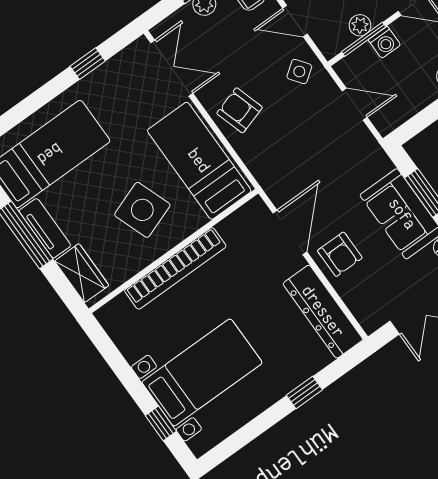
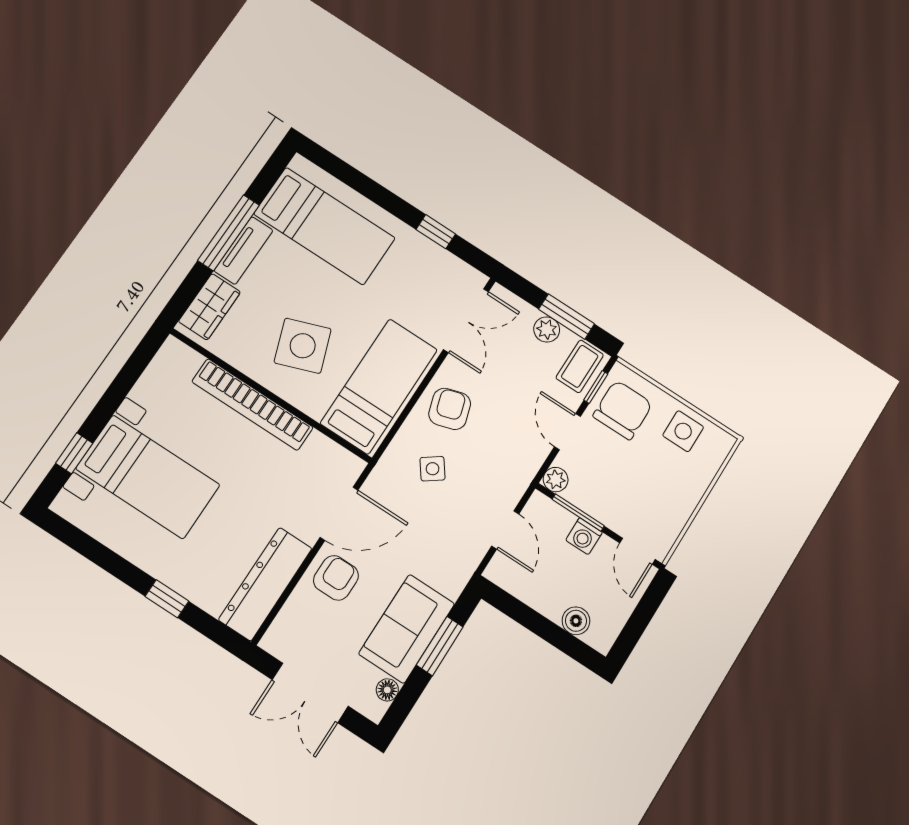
plant: (360, 25) -> (556, 480), moved
side table: (299, 72) -> (433, 469), moved
armchair: (340, 254) -> (336, 578), turned 180

